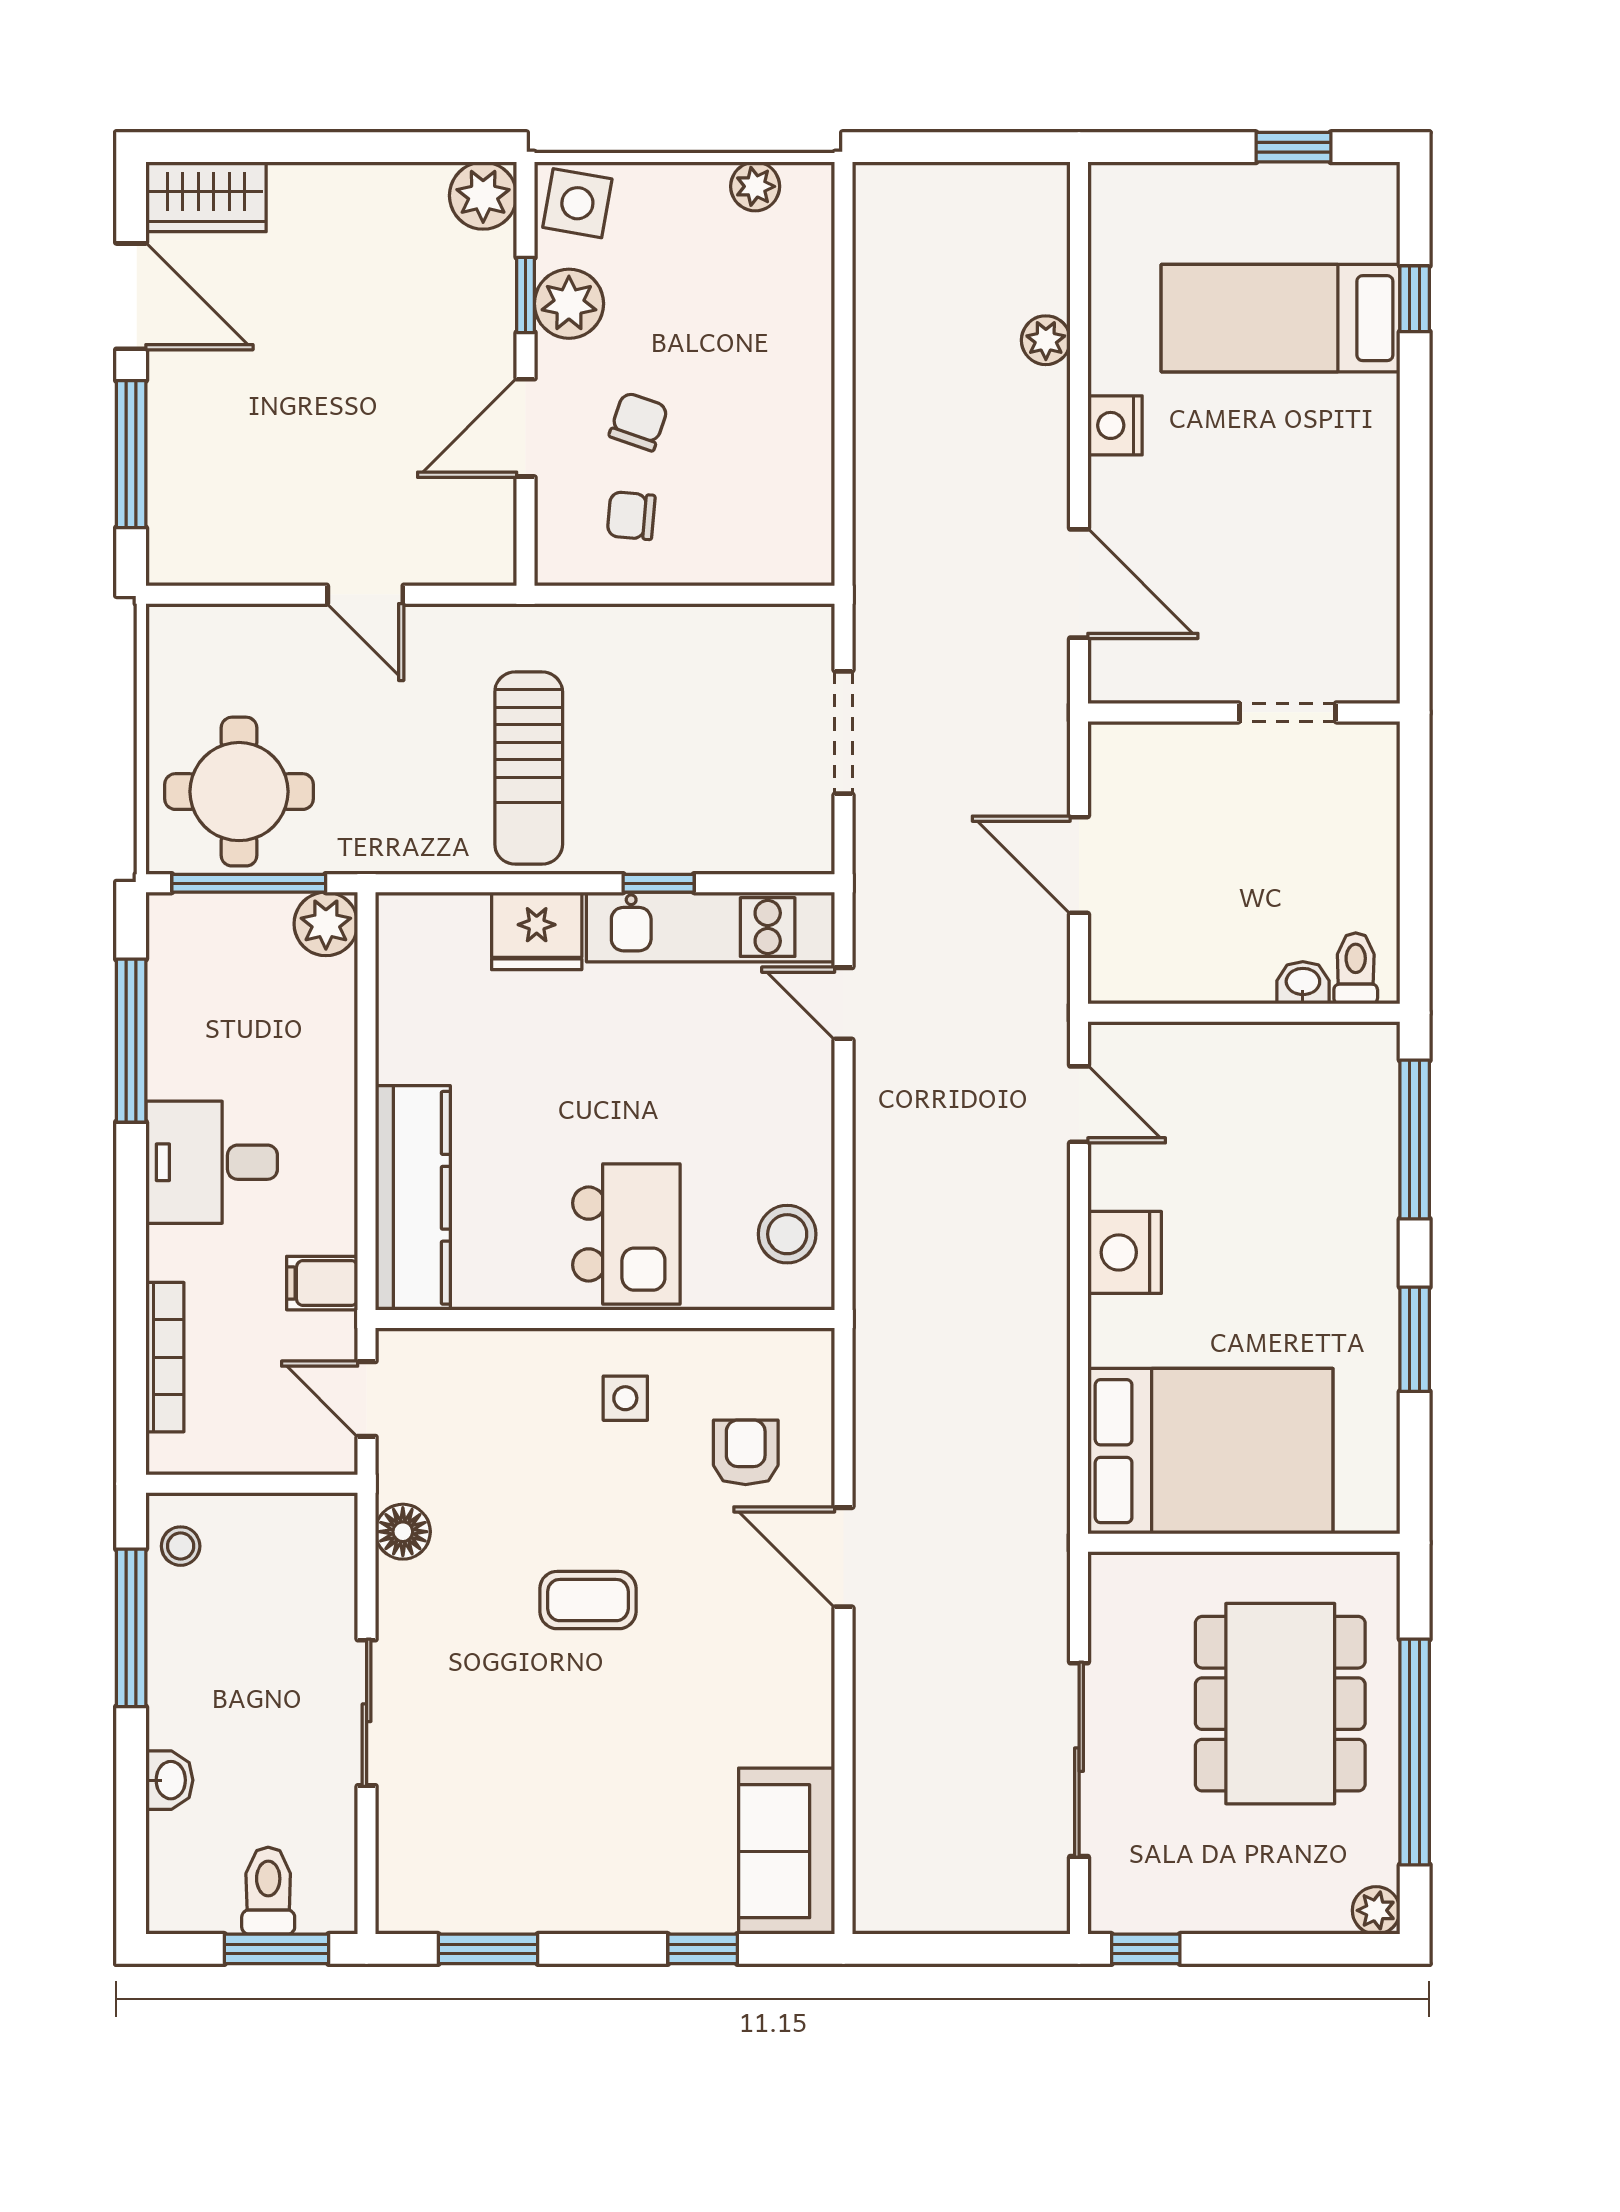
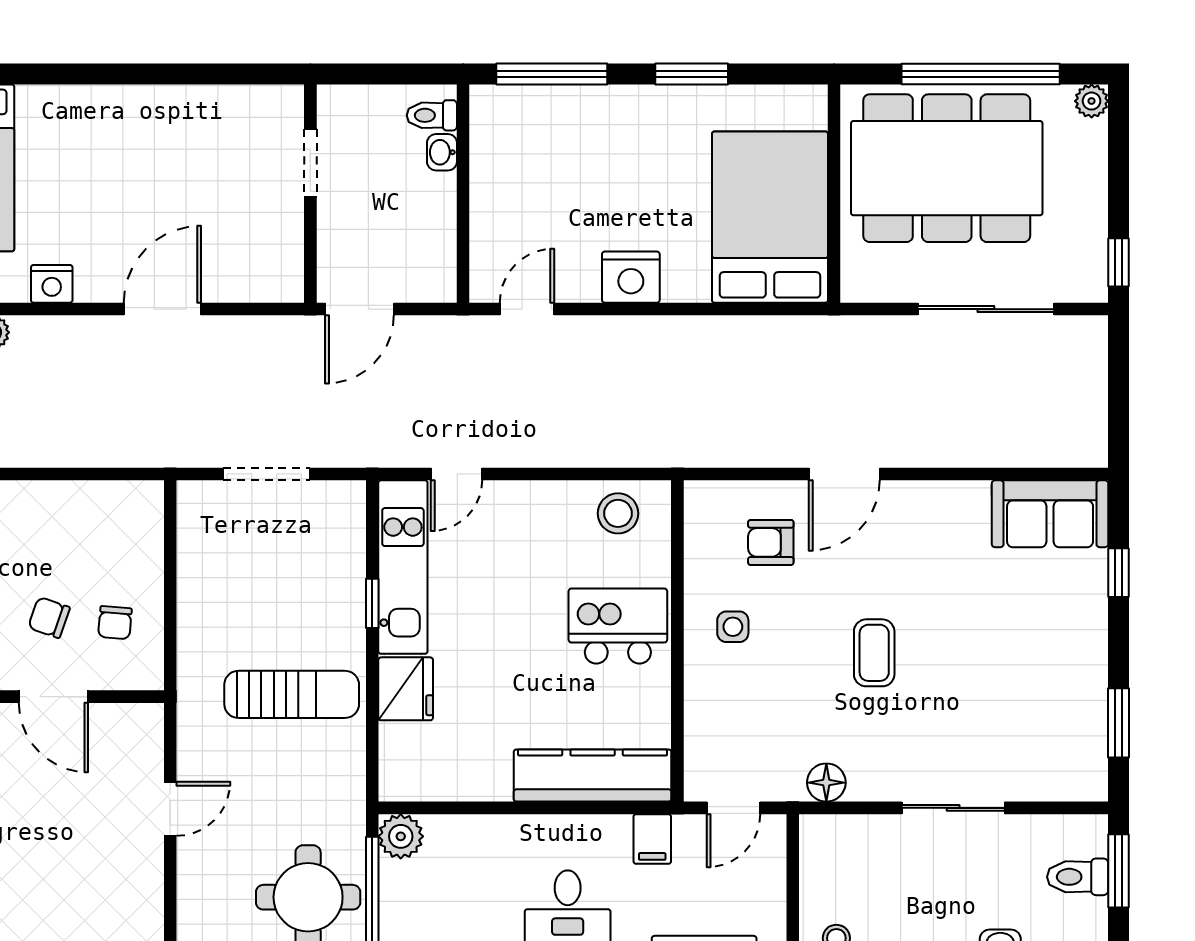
wall: (1244, 712) -> (310, 194), moved
doorway: (1287, 712) -> (310, 163), moved
dining table: (1280, 1704) -> (947, 168), width x1.36, depth x1.24

